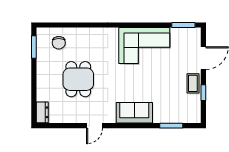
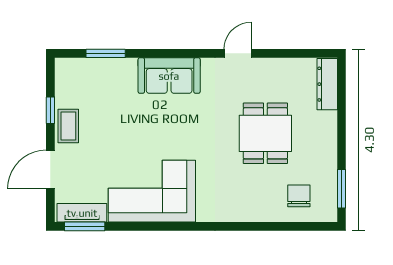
tv unit: (185, 33) -> (82, 213), added
dresser: (42, 112) -> (327, 84), width x1.44

